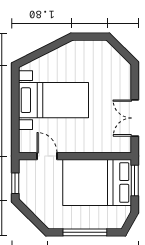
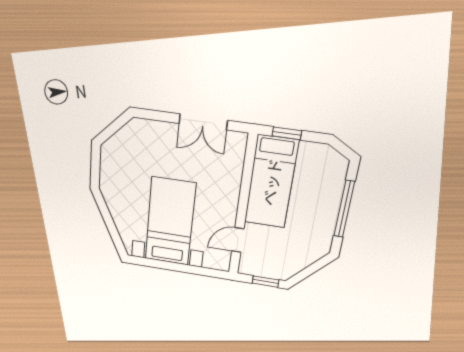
window: (135, 180) -> (287, 133), width x0.67
bed: (97, 182) -> (271, 182), width x0.67

